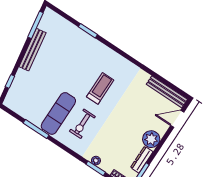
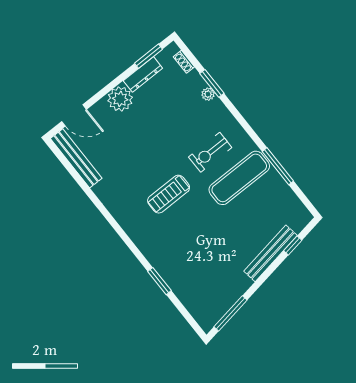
bench: (33, 50) -> (271, 253), moved
exercise bike: (82, 124) -> (210, 152), turned 180

